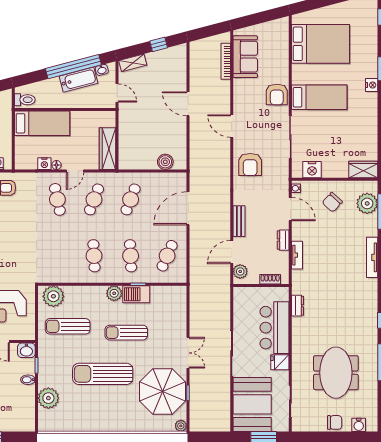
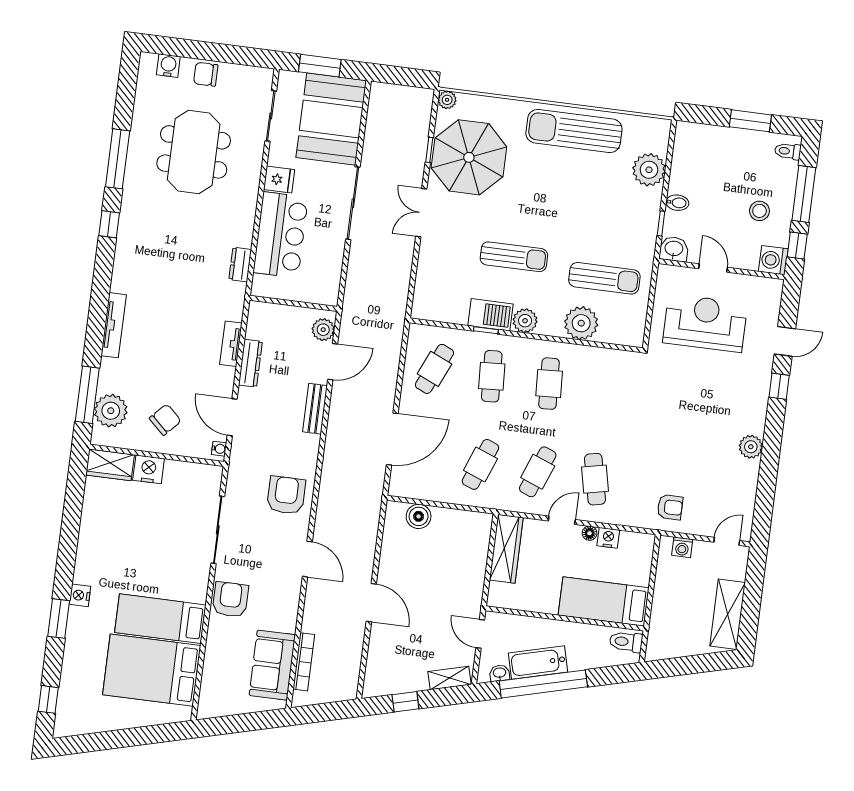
bed: (319, 97) -> (160, 619), moved
nightstand: (312, 170) -> (149, 469), moved
dresser: (283, 240) -> (250, 363), width x1.44
shoe rack: (270, 279) -> (278, 311), removed
plant: (53, 296) -> (581, 323), moved
sun lounger: (103, 374) -> (574, 131), moved, turned 180

